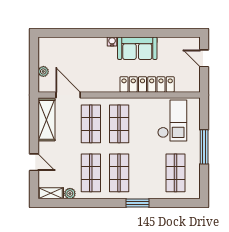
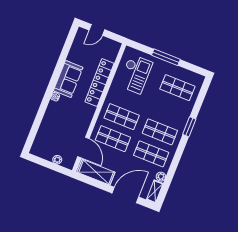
door: (68, 95) -> (83, 148), swing flipped
checkout: (172, 120) -> (135, 74), turned 90
door: (34, 162) -> (125, 195), width x1.87

